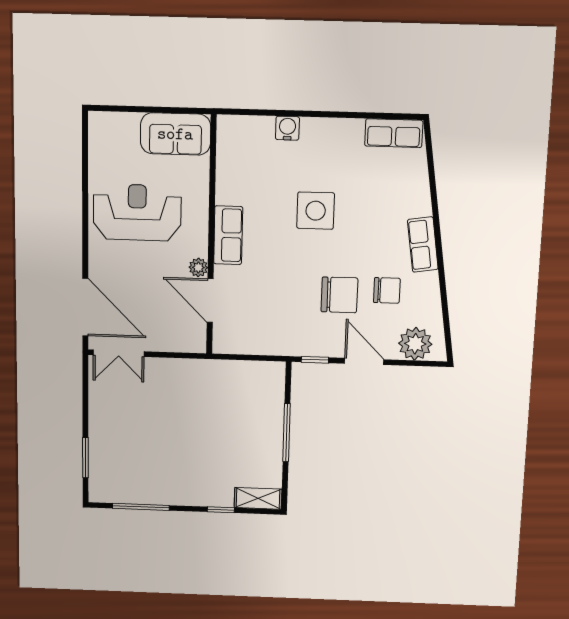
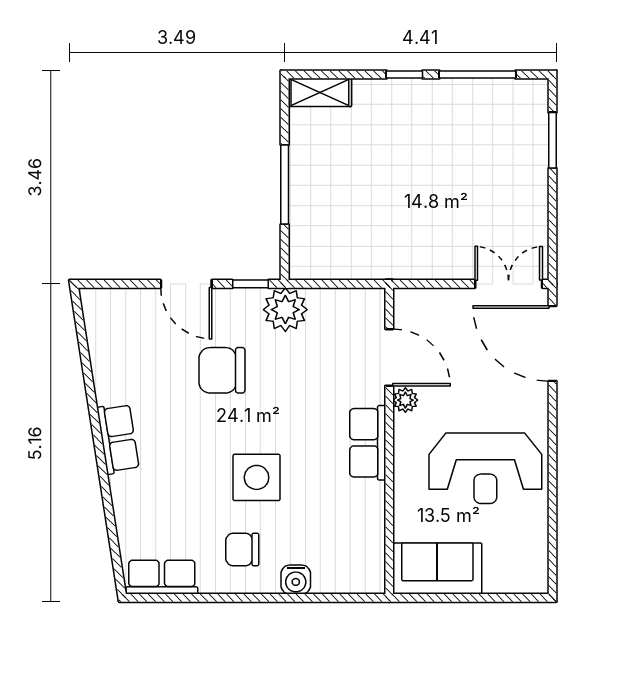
chair: (387, 290) -> (242, 549), moved
plant: (415, 344) -> (285, 310), moved
window: (221, 510) -> (404, 74), moved

